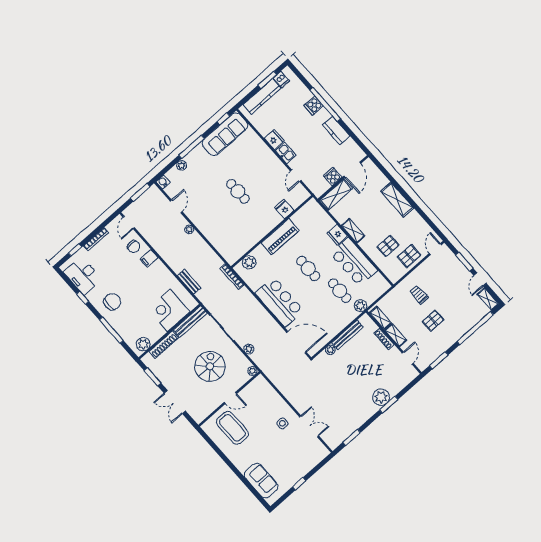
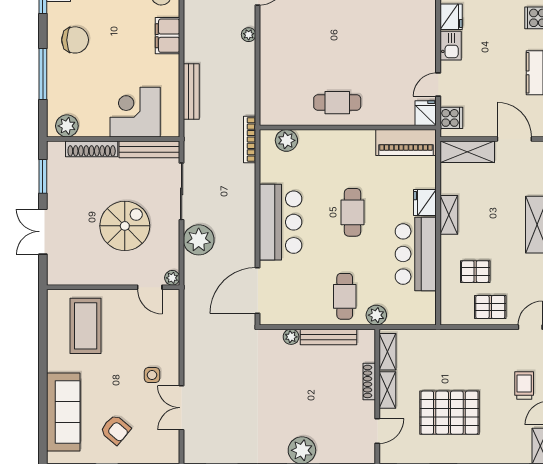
door: (352, 170) -> (514, 139), swing flipped
cooker: (333, 176) -> (451, 118), moved, turned 90
cafe table: (238, 191) -> (337, 103), moved, turned 90
fridge: (284, 209) -> (426, 113), moved
piano: (280, 237) -> (406, 143), moved
filing cabinet: (149, 258) -> (167, 36), width x2.00
bench: (189, 282) -> (191, 92), width x1.36
cafe table: (340, 291) -> (345, 296), moved
trolley: (419, 295) -> (524, 385), moved
pallet: (433, 321) -> (449, 413), width x2.05, depth x2.00
door: (296, 342) -> (258, 290), swing flipped
plant: (249, 349) -> (199, 240), width x1.88, depth x1.88
door: (230, 398) -> (150, 287), moved
double door: (309, 426) -> (182, 408), swing flipped
armchair: (288, 463) -> (116, 430), added
sofa: (261, 481) -> (63, 412), width x1.36

